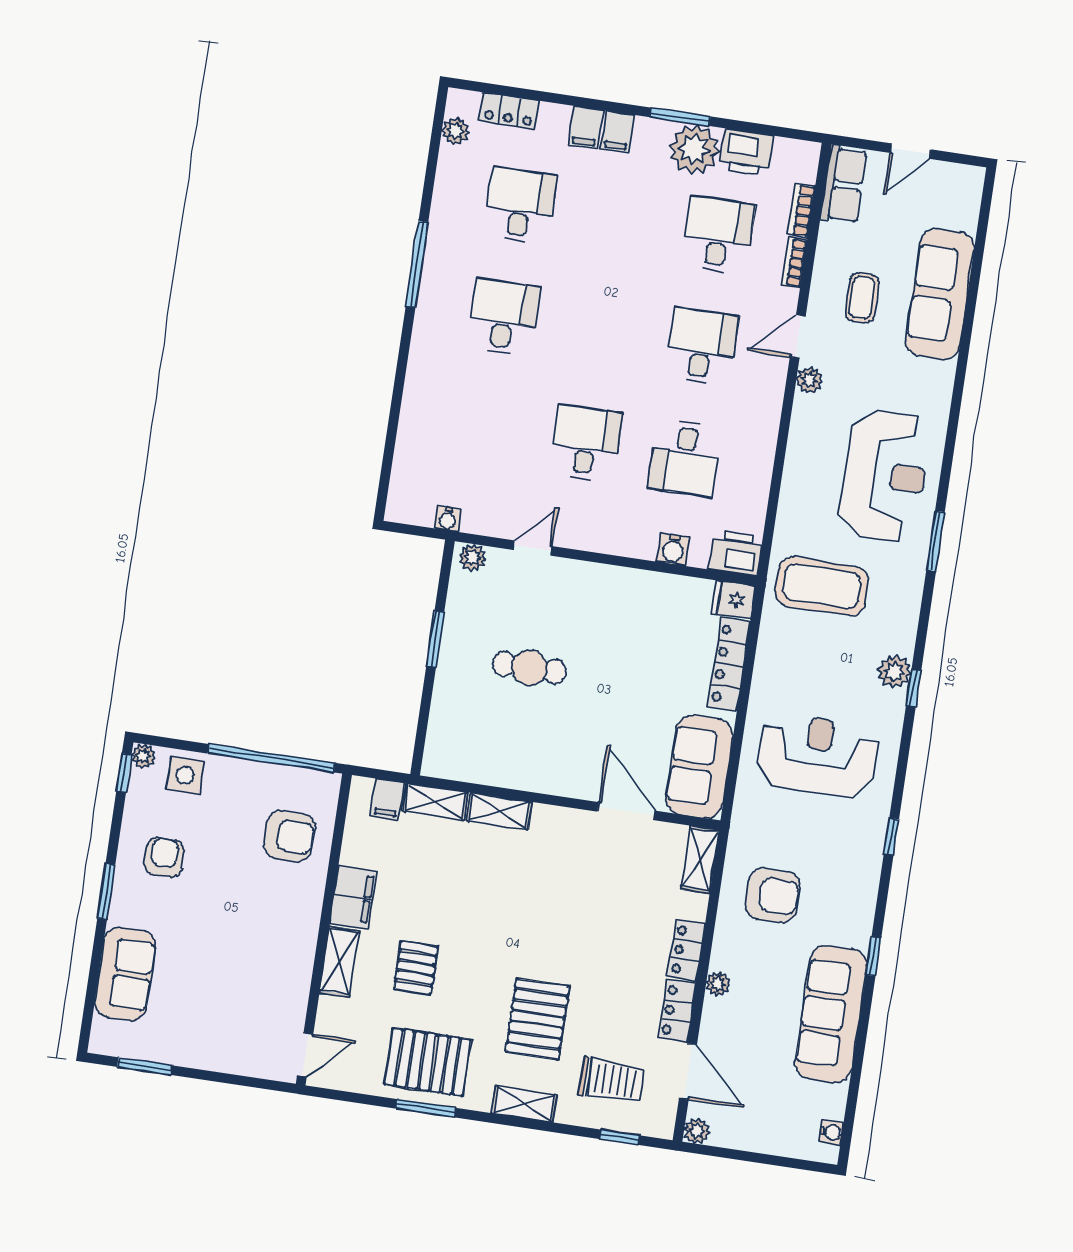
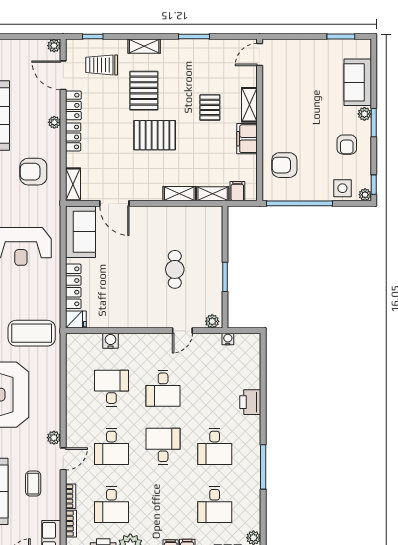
desk: (603, 332) -> (163, 446), added
printer: (736, 553) -> (250, 402), moved, turned 90
cafe table: (529, 668) -> (175, 269), turned 90
plant: (121, 911) -> (364, 114), added
pallet: (428, 1062) -> (155, 135), moved

